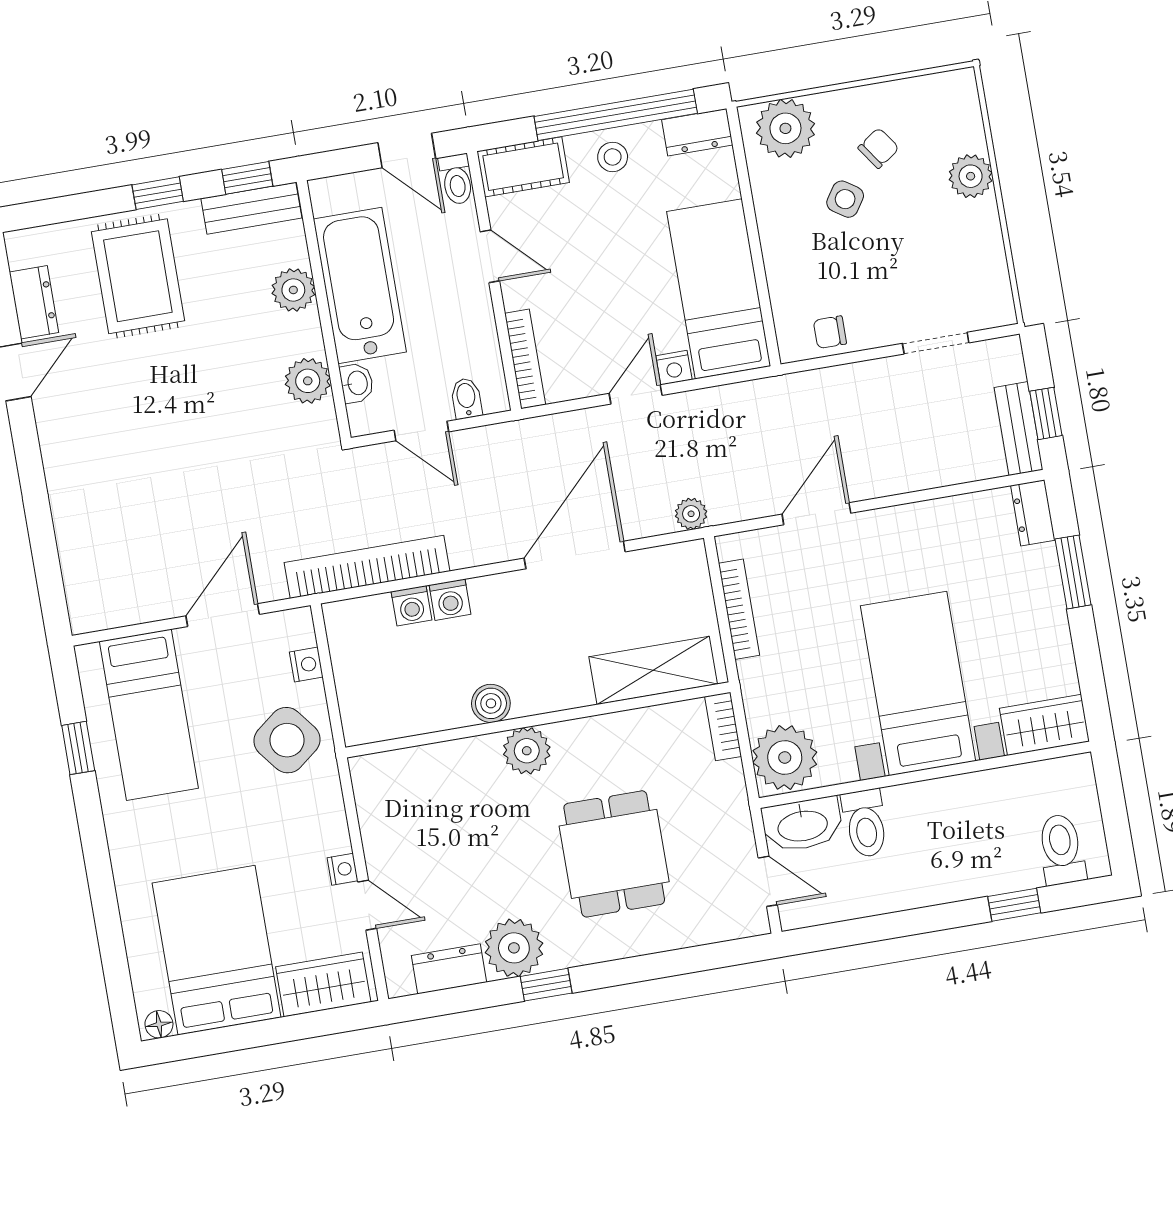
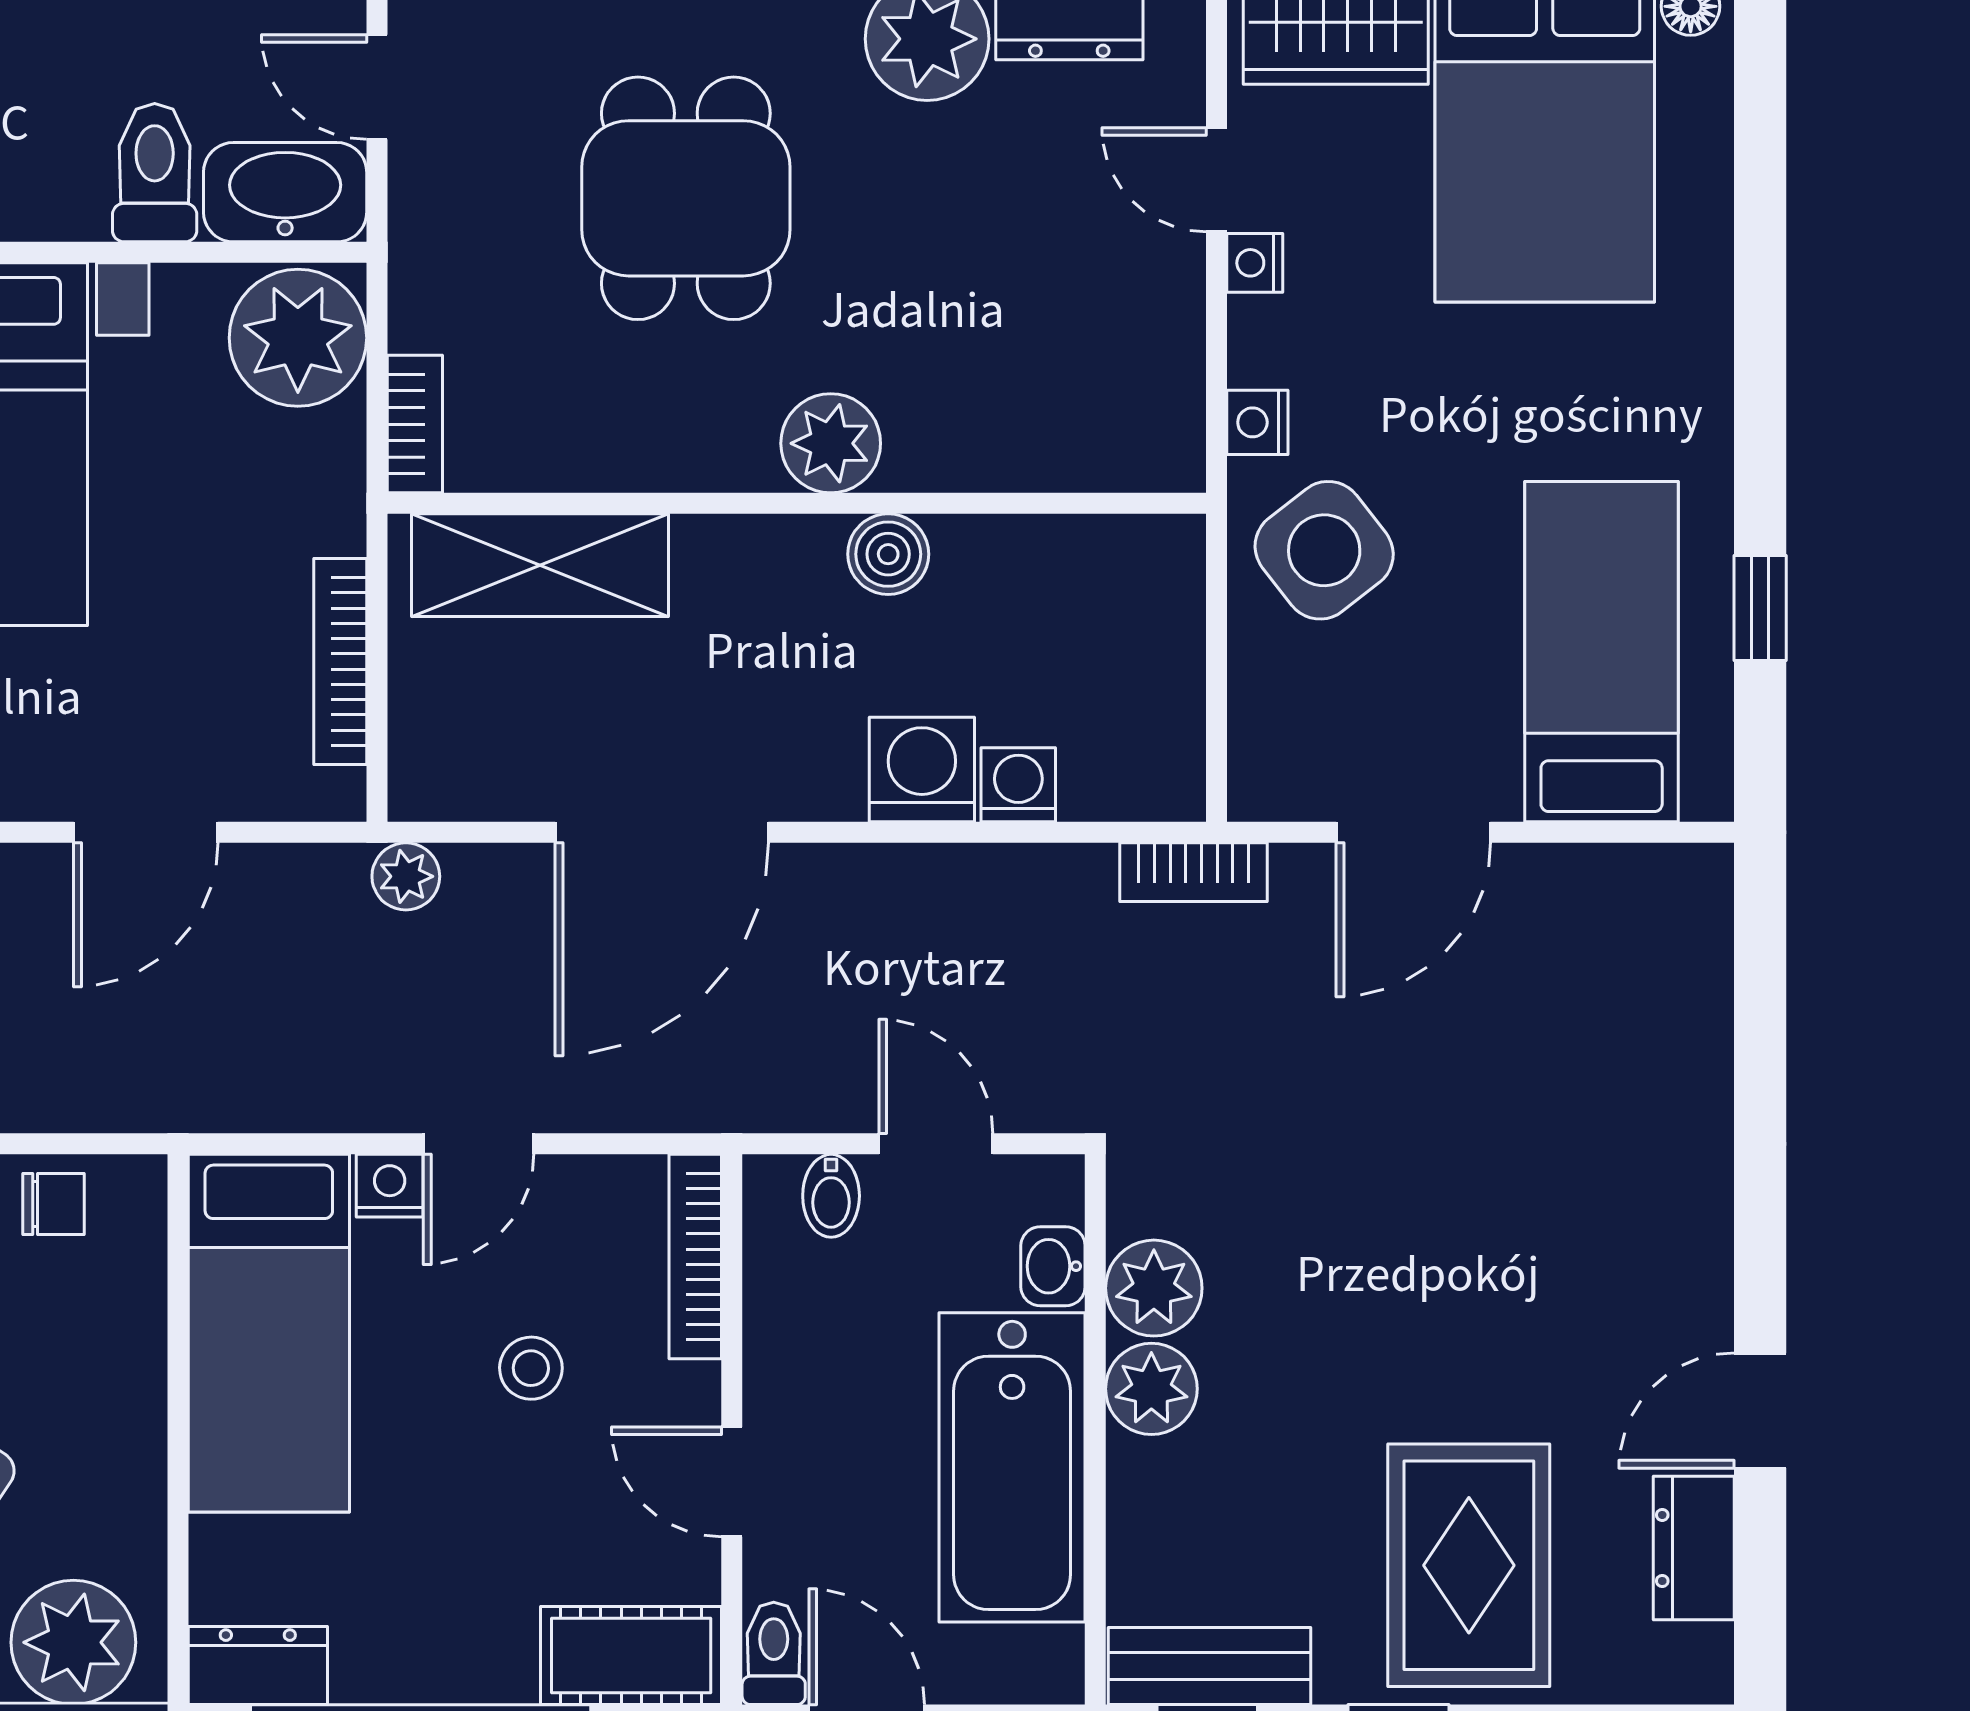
stool: (613, 157) -> (531, 1368), moved
plant: (293, 290) -> (1151, 1389), moved
bookcase: (367, 567) -> (1194, 872), width x0.43, depth x0.76
washing machine: (450, 600) -> (922, 769), width x1.38, depth x1.38
nightstand: (306, 665) -> (1257, 422), moved

